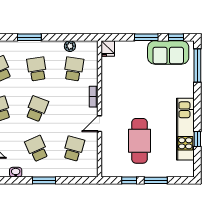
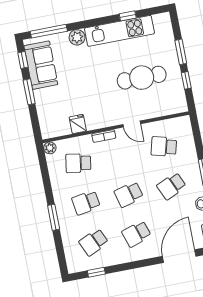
plant: (70, 46) -> (50, 148), moved
fridge: (108, 48) -> (78, 124), moved, turned -90
plant: (187, 90) -> (77, 37), added
school desk: (37, 109) -> (129, 194), turned -36

